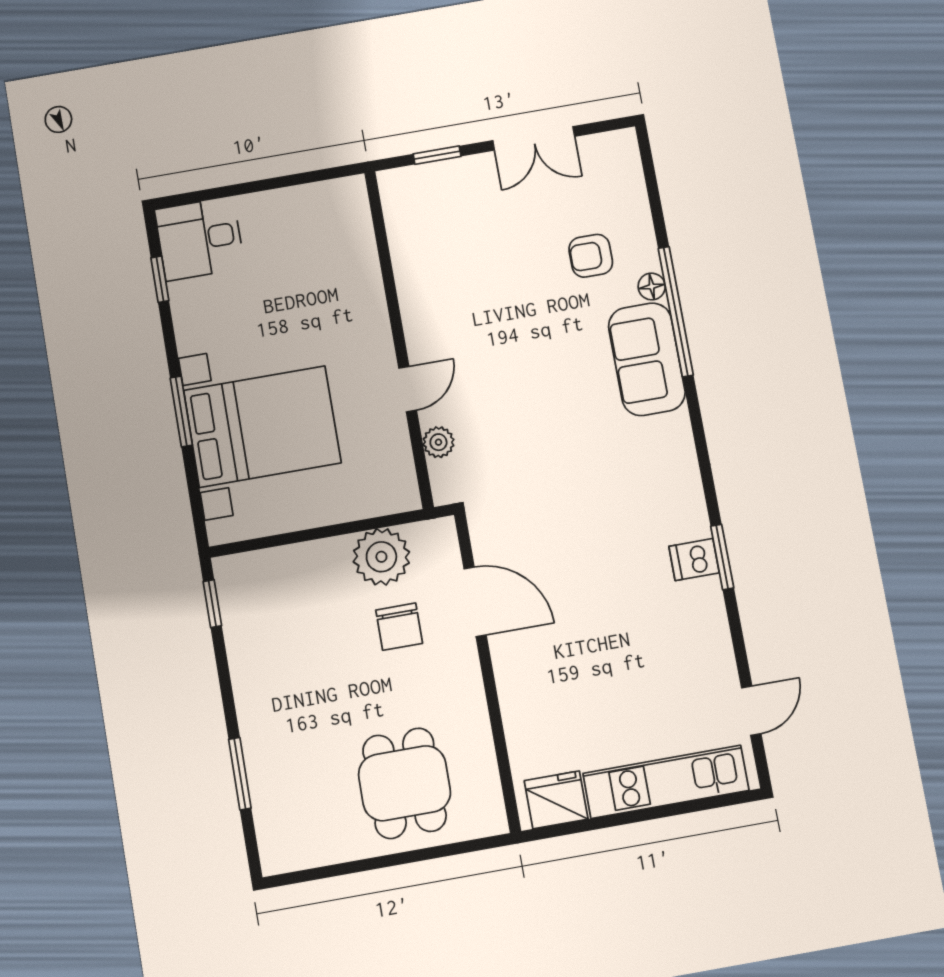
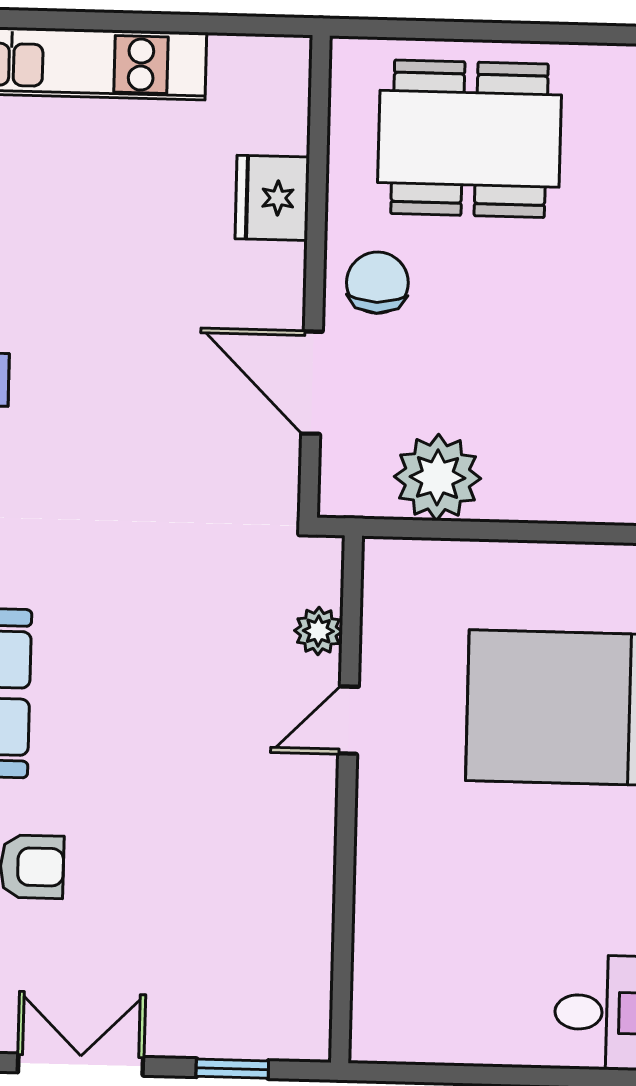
chair: (399, 627) -> (377, 283), moved
dining table: (404, 783) -> (469, 139), width x1.38
fridge: (556, 800) -> (272, 198), moved, turned 90

